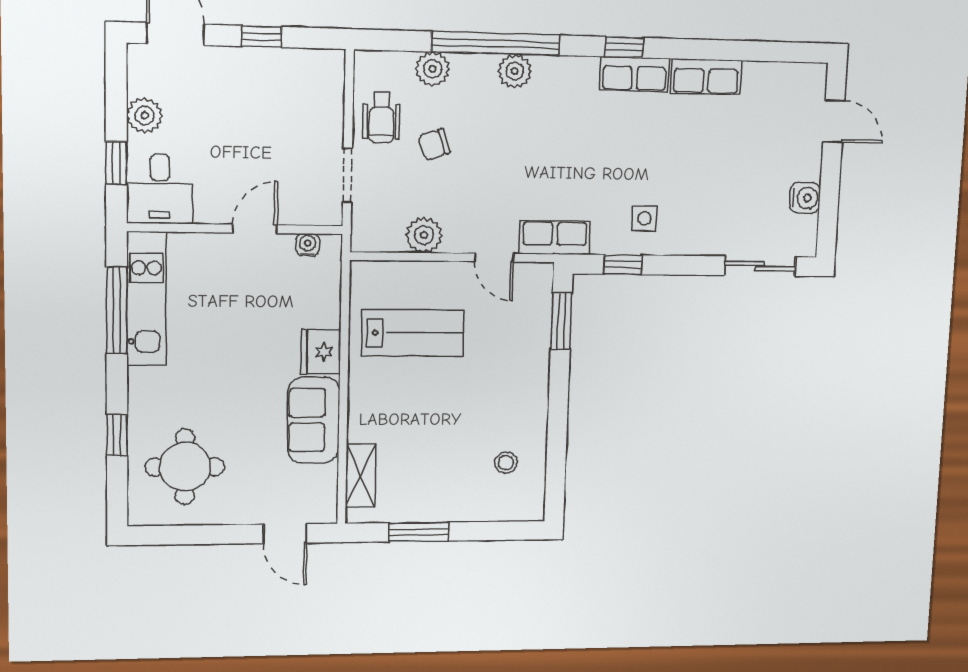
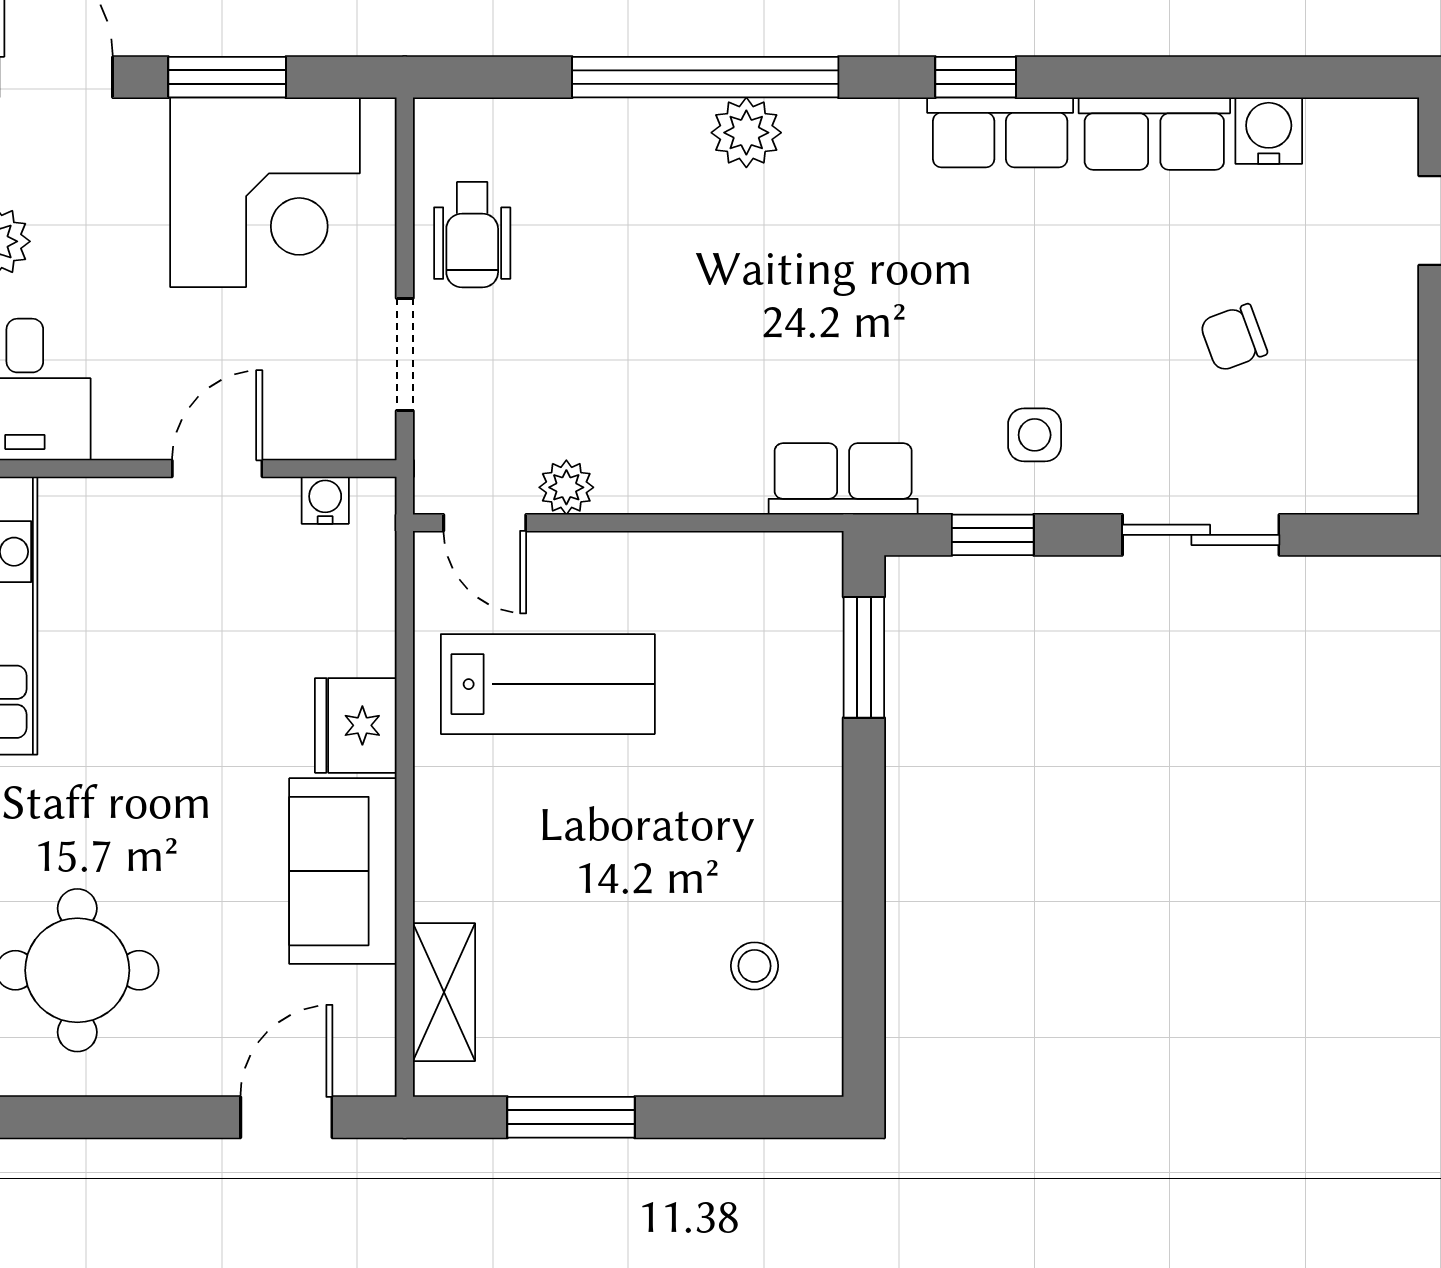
window: (262, 37) -> (227, 77), width x1.50
plant: (433, 69) -> (575, 133), removed
corner desk: (280, 94) -> (265, 192), added
chair: (434, 145) -> (1234, 338), moved
water cooler: (805, 198) -> (1269, 131), moved, turned -90
plant: (424, 235) -> (566, 487), width x0.73, depth x0.73
door: (494, 258) -> (485, 523), moved
sliding door: (760, 266) -> (1201, 535), moved
door: (285, 534) -> (286, 1117), swing flipped

